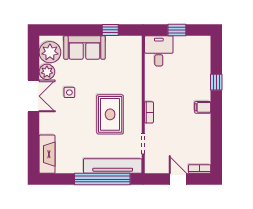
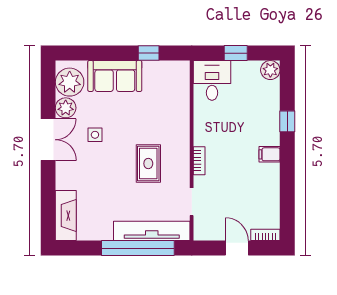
plant: (203, 43) -> (270, 70), added
rug: (110, 114) -> (148, 163), width x0.73, depth x0.70

